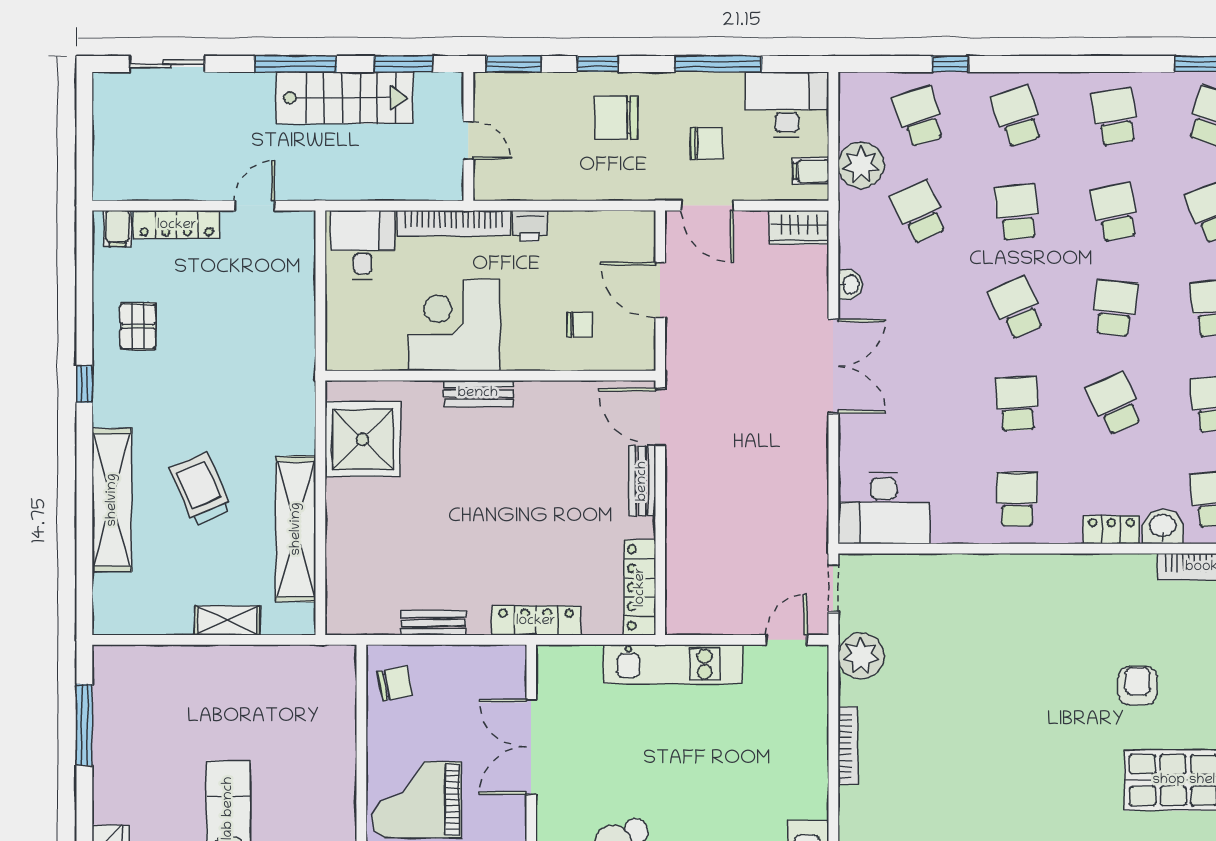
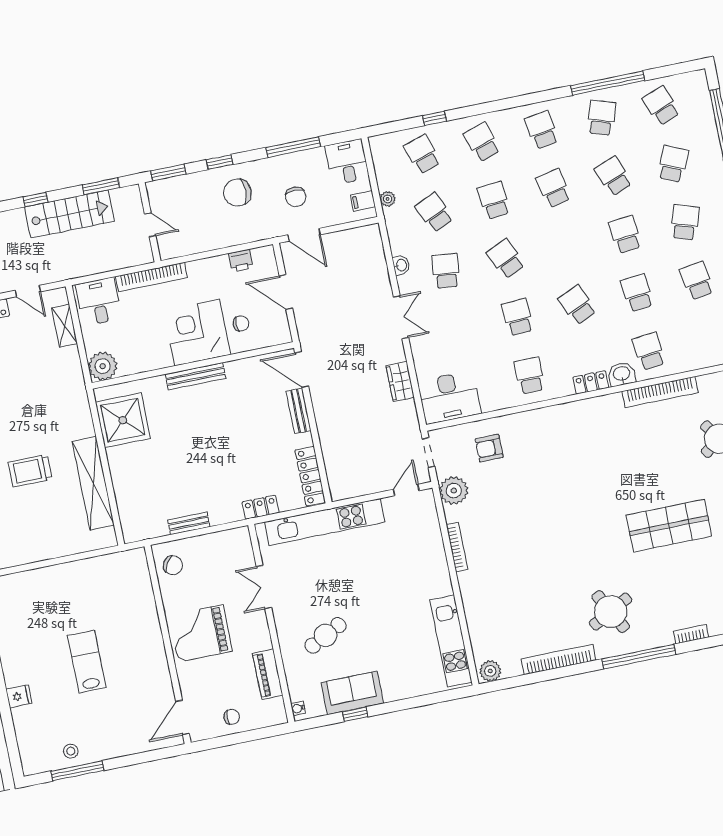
window: (296, 64) -> (35, 200), width x0.46
desk: (787, 105) -> (347, 162), width x0.73
chair: (706, 143) -> (296, 197), turned 90
plant: (861, 165) -> (388, 199), width x0.53, depth x0.53
door: (255, 206) -> (28, 291), swing flipped
printer: (530, 226) -> (241, 261), moved
wardrobe: (799, 228) -> (400, 382), moved, turned 90
school desk: (1115, 308) -> (446, 271), moved
corner desk: (454, 325) -> (197, 333), moved
plant: (348, 348) -> (103, 366), added
double door: (833, 366) -> (401, 317), width x0.73
bench: (478, 393) -> (195, 376), width x1.36
trolley: (201, 489) -> (30, 471), turned -67
shelving: (227, 621) -> (65, 326), moved, turned 90
locker: (536, 621) -> (260, 507), width x0.66
kitchen unit: (673, 664) -> (325, 522), width x1.36
chair: (395, 684) -> (173, 565), turned 42
armchair: (1138, 686) -> (489, 448), moved, turned -90
double door: (531, 747) -> (264, 587), width x0.73

